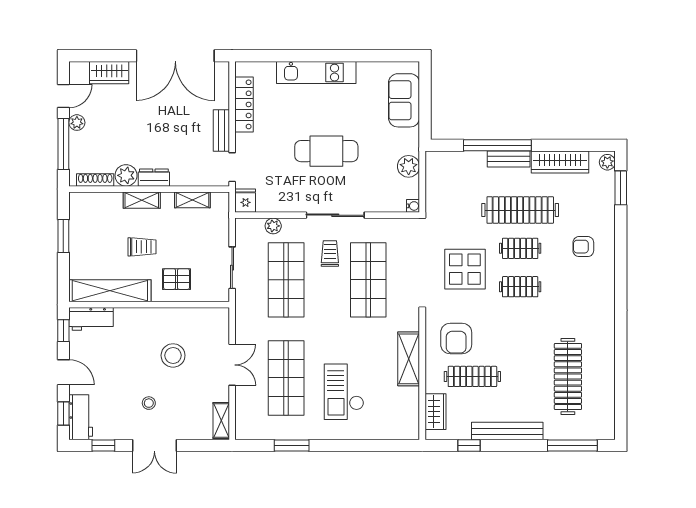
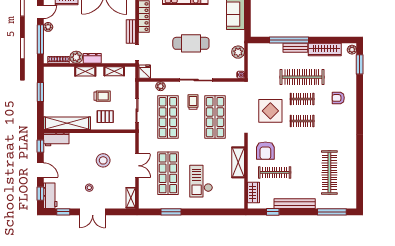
trolley: (142, 247) -> (102, 96), moved

